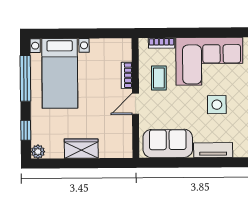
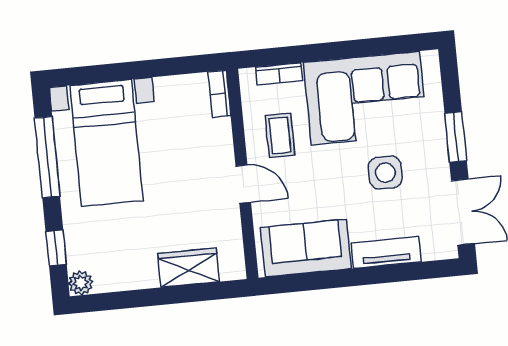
bookcase: (127, 75) -> (219, 94), moved
door: (136, 104) -> (243, 184), swing flipped
wardrobe: (81, 149) -> (189, 268), moved

